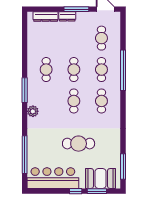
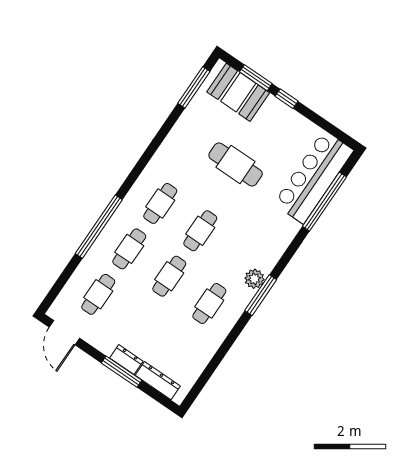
window: (76, 9) -> (121, 372), moved
plant: (33, 111) -> (254, 279), moved
bar counter: (53, 178) -> (314, 177), moved, turned 90

